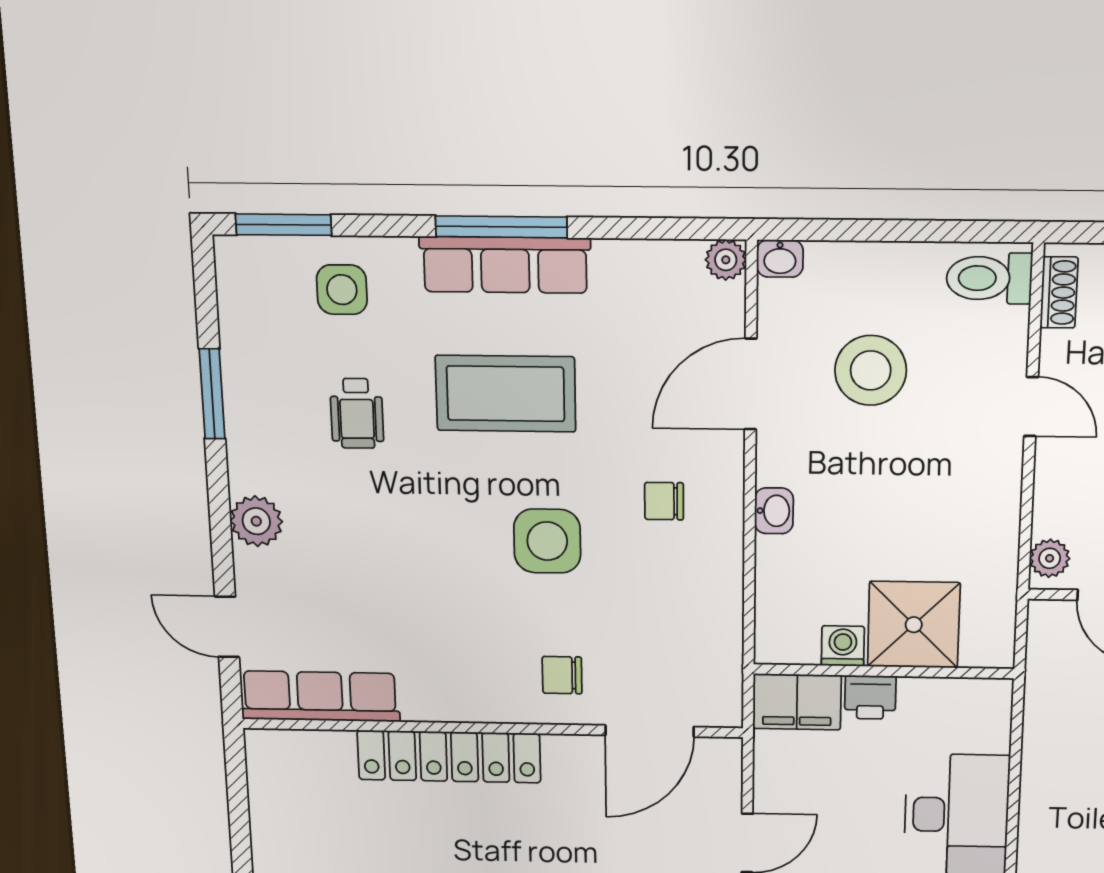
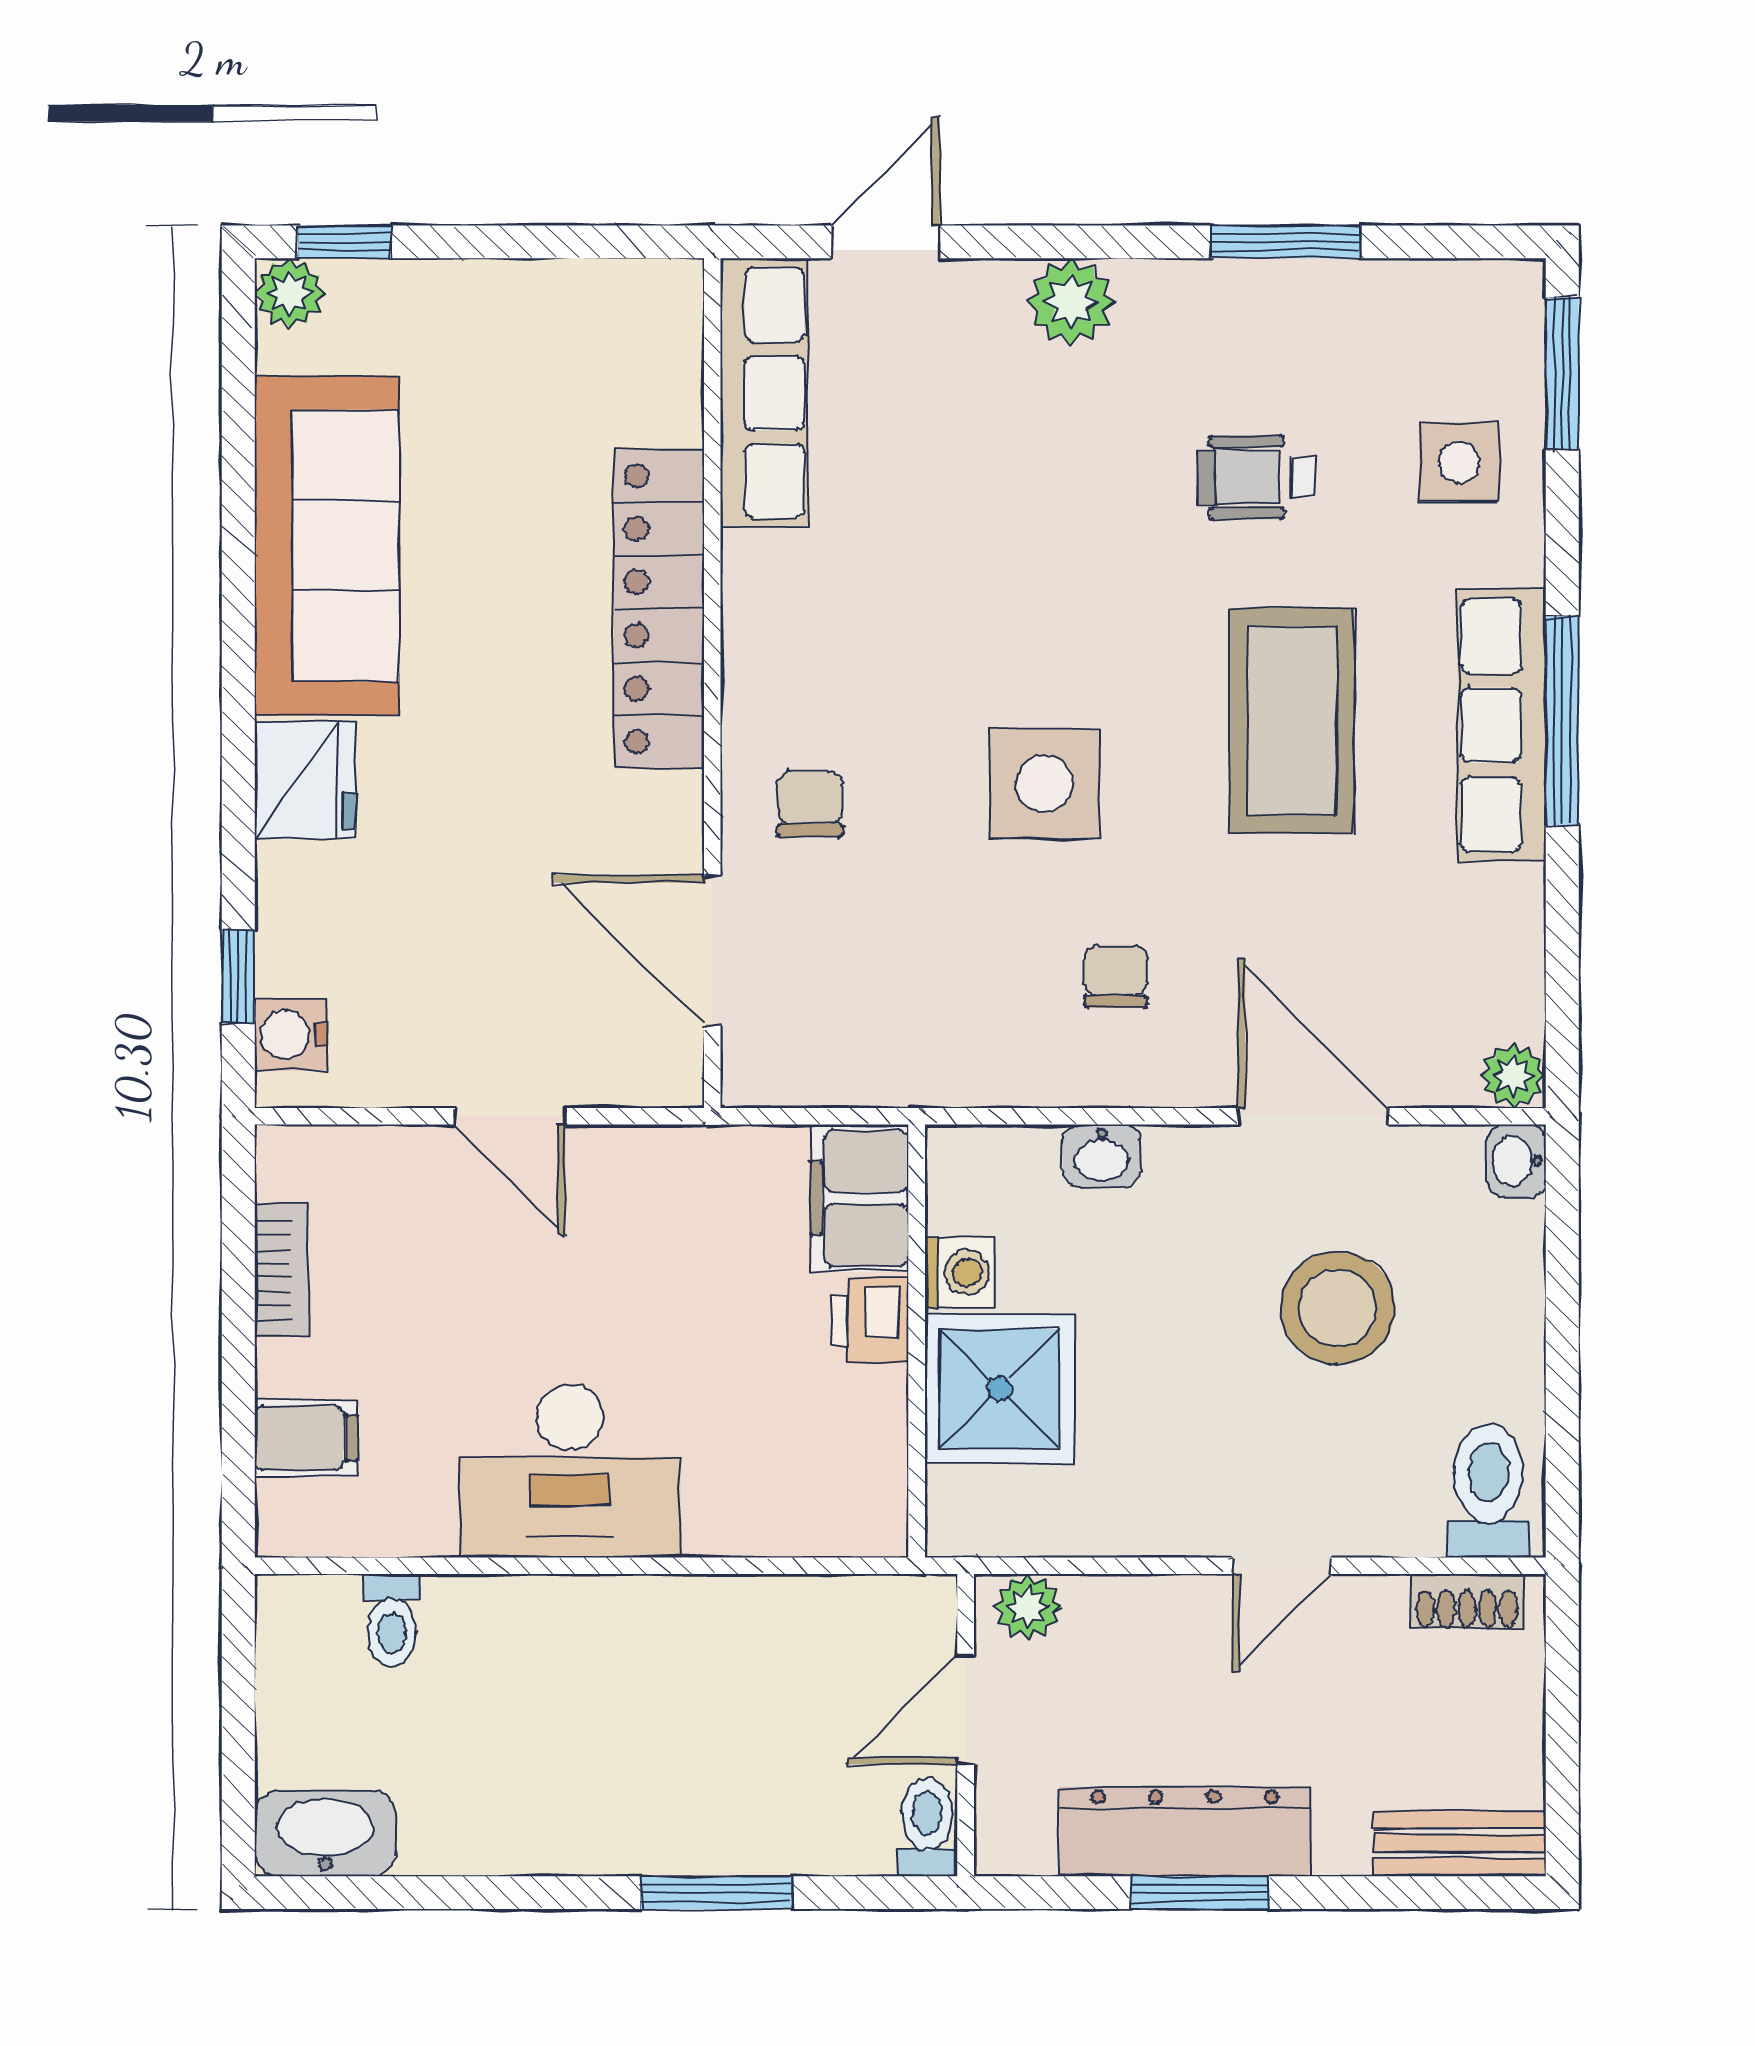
shower: (914, 625) -> (999, 1389), moved
washing machine: (843, 646) -> (960, 1273), moved
wall: (883, 671) -> (917, 1341), moved
printer: (870, 697) -> (870, 1320), moved
filing cabinet: (797, 702) -> (859, 1198), moved

